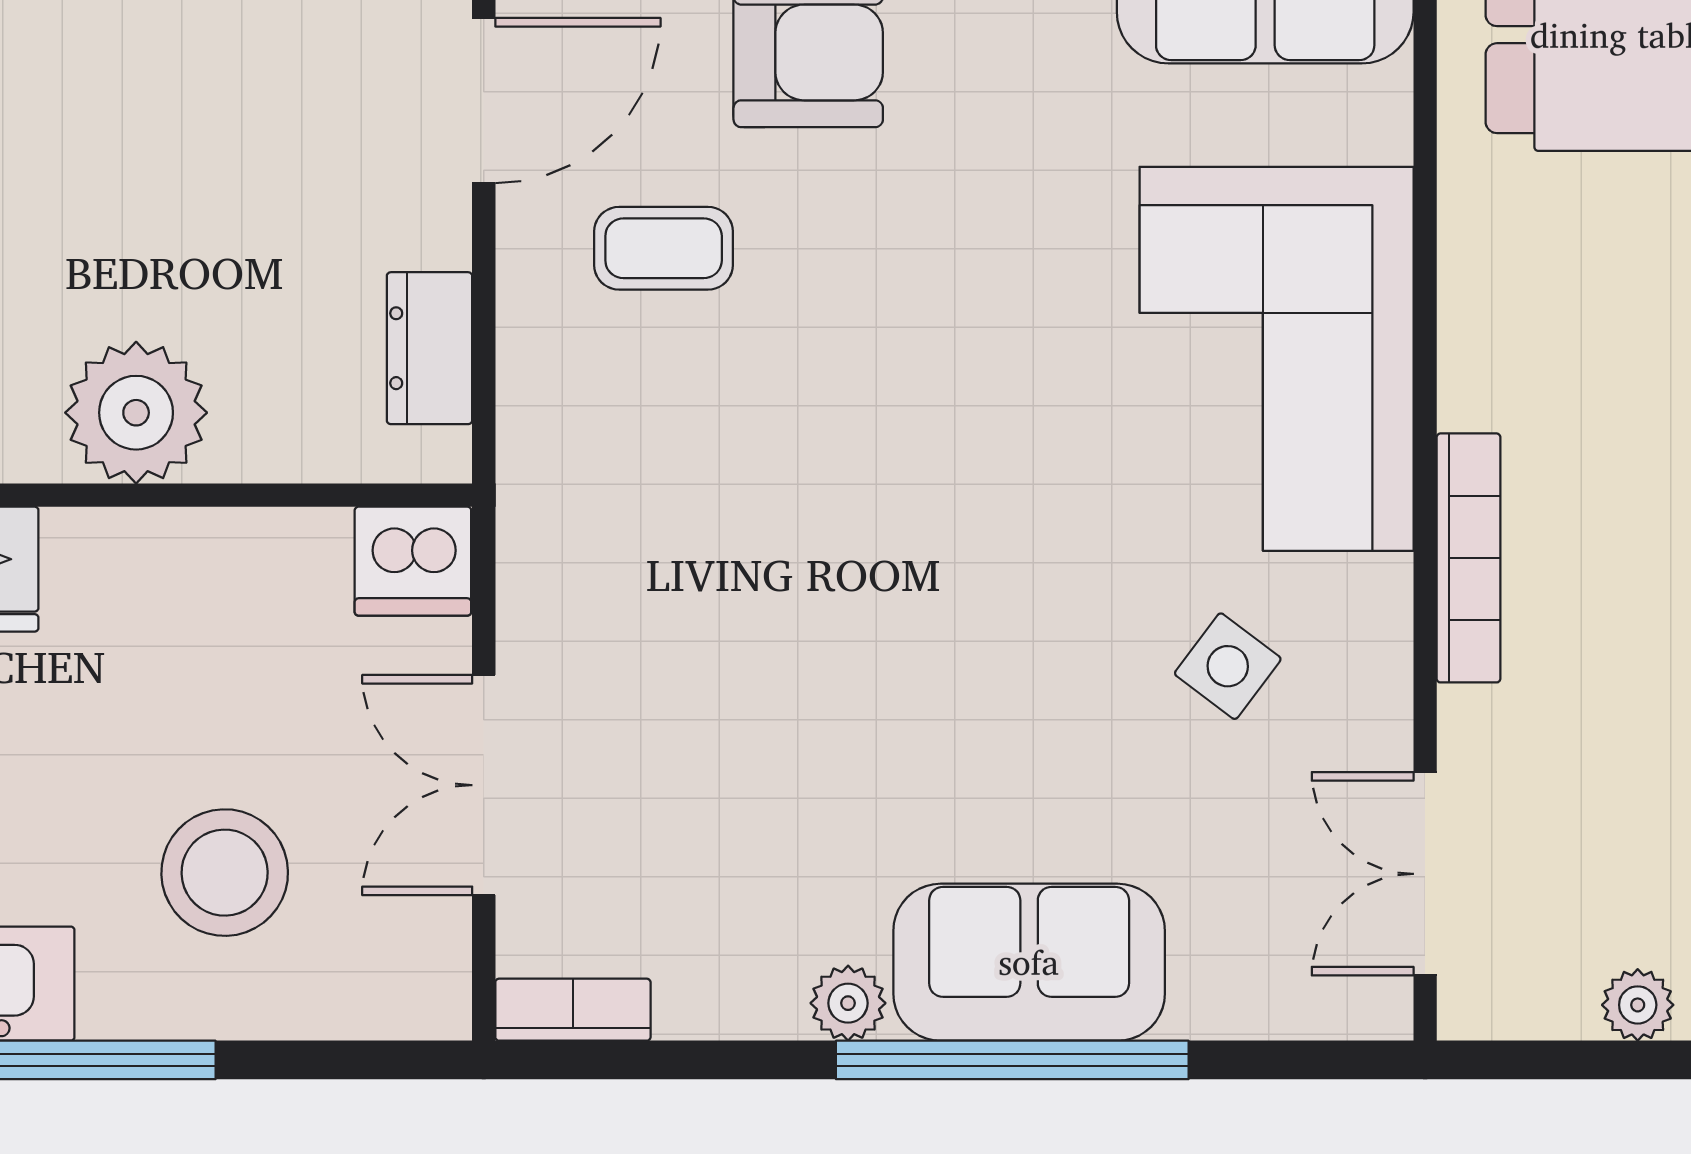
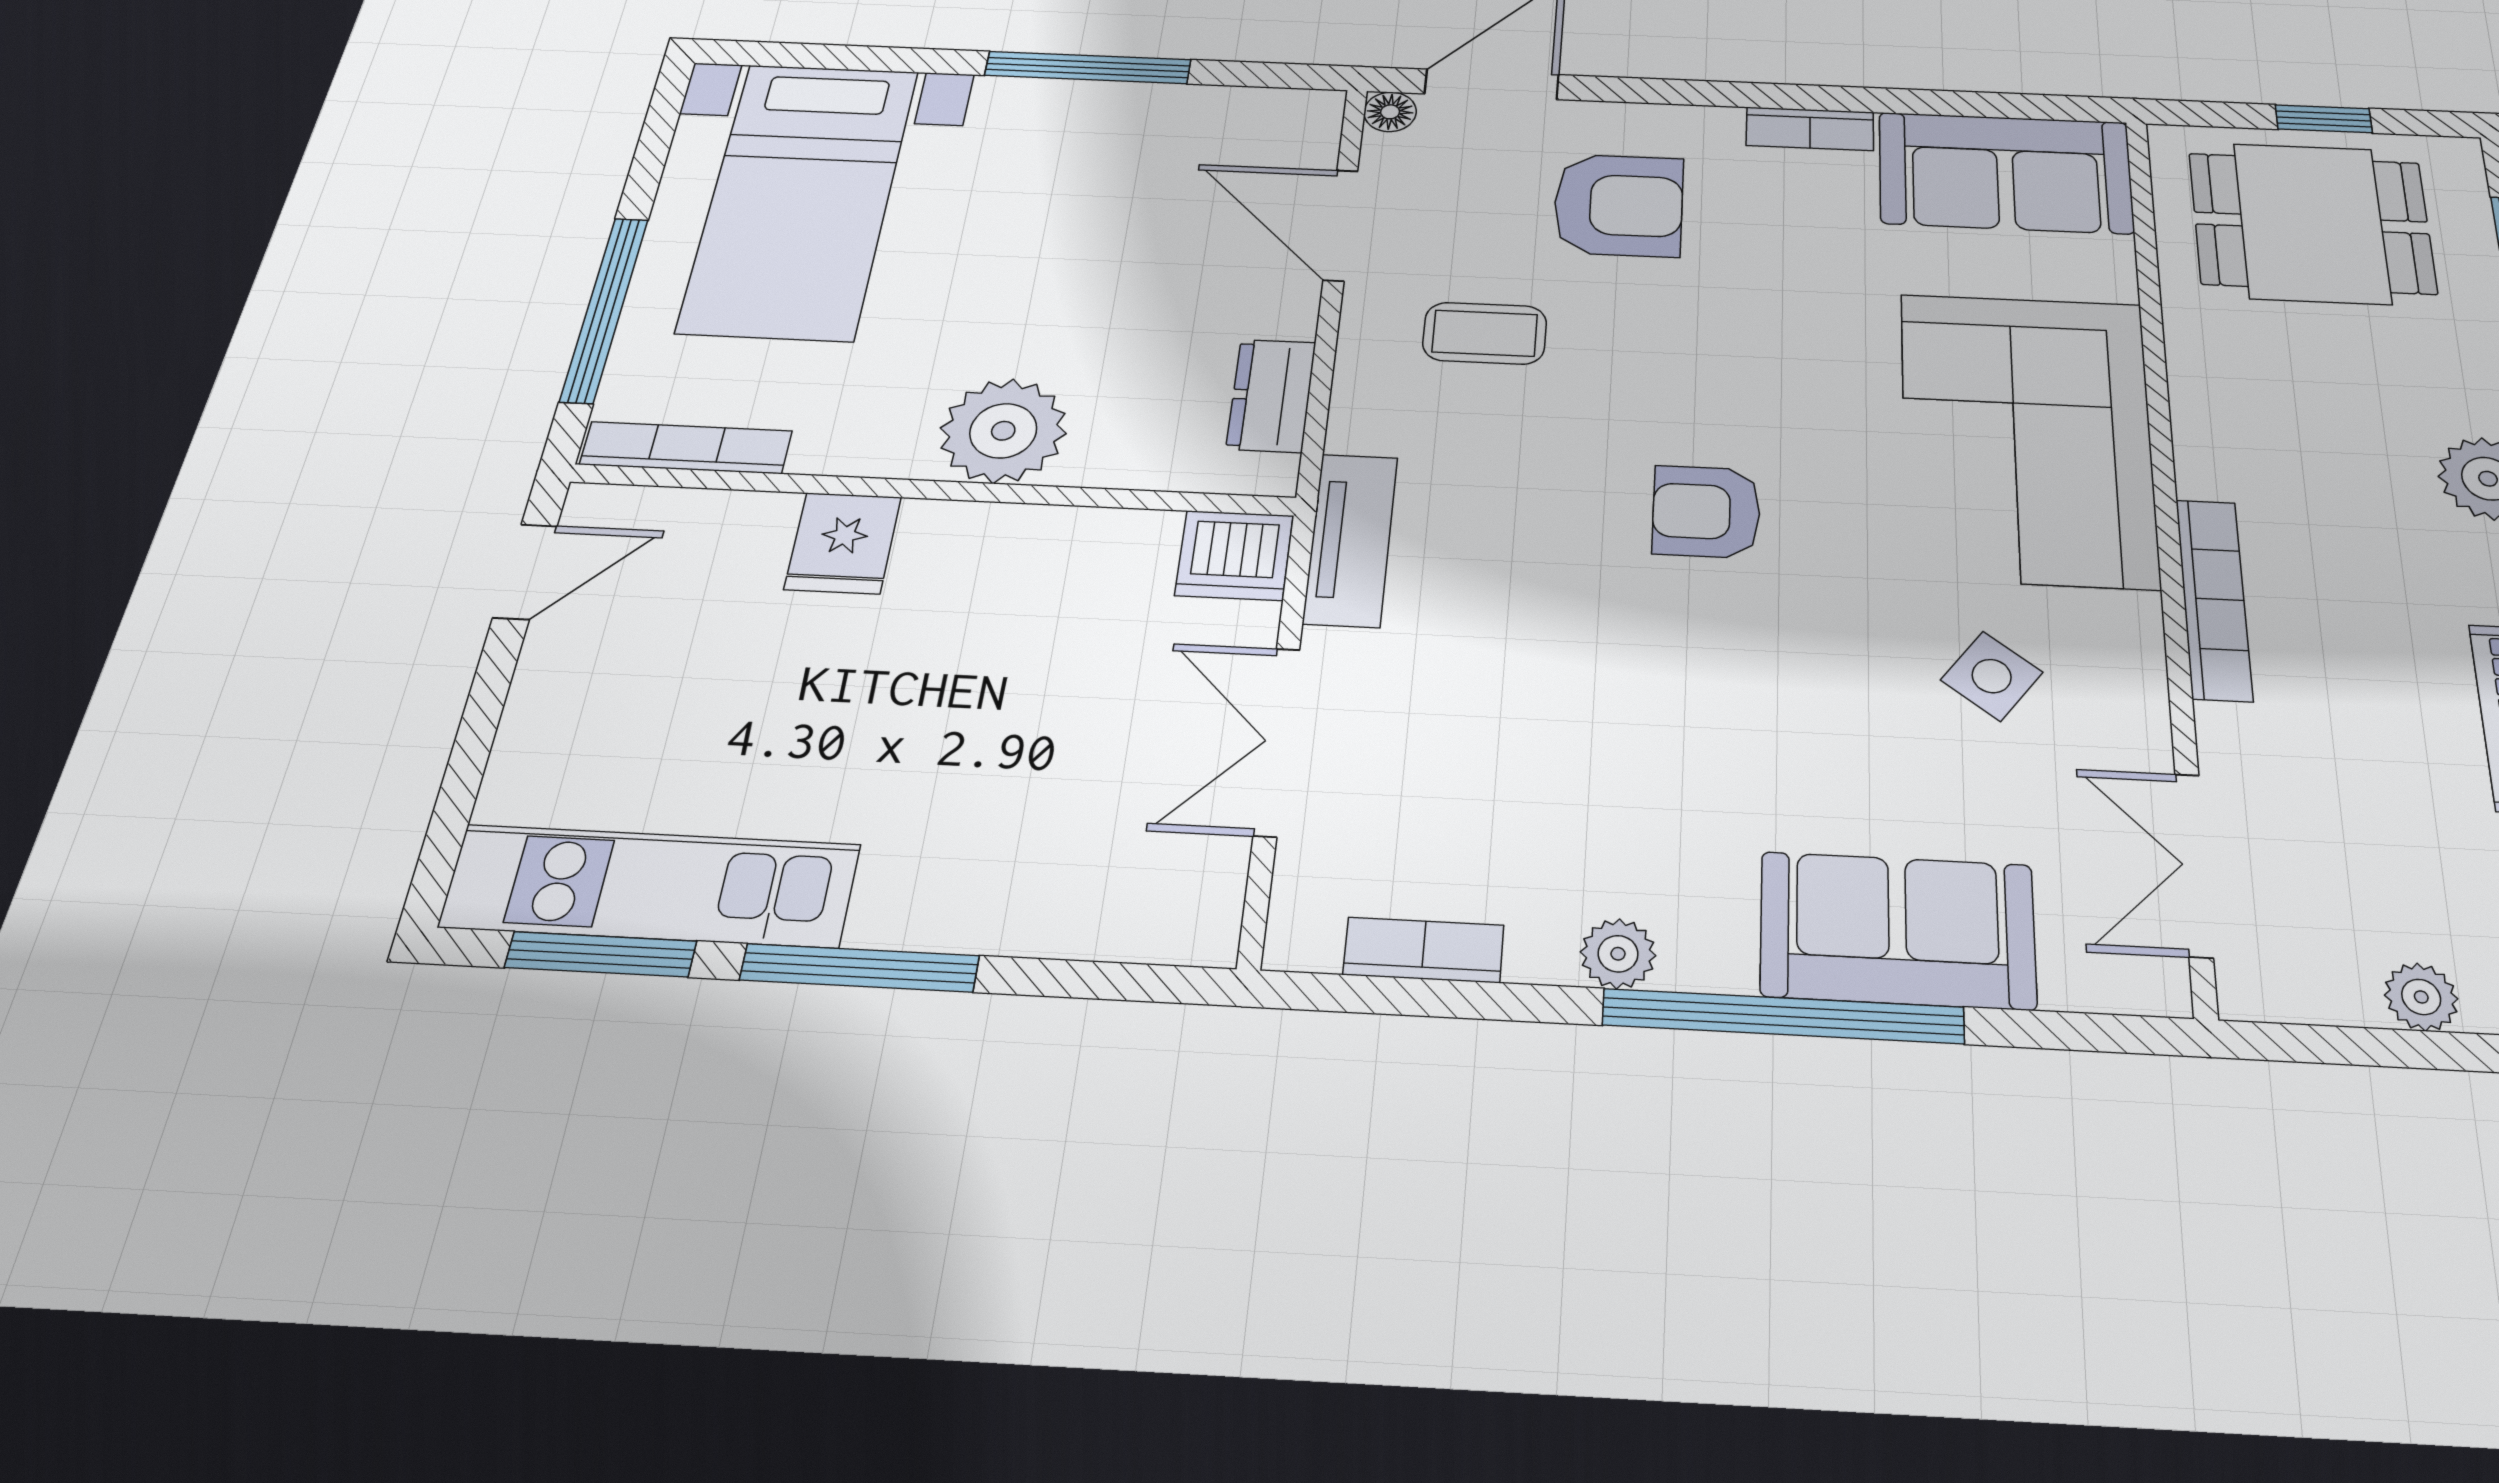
door: (484, 101) -> (1340, 225), swing flipped
armchair: (922, 477) -> (1706, 512), added
tv unit: (537, 534) -> (1351, 540), added
stool: (225, 873) -> (1016, 804), removed
sofa: (1029, 962) -> (1897, 930), moved
bookcase: (573, 1010) -> (1424, 950), moved

